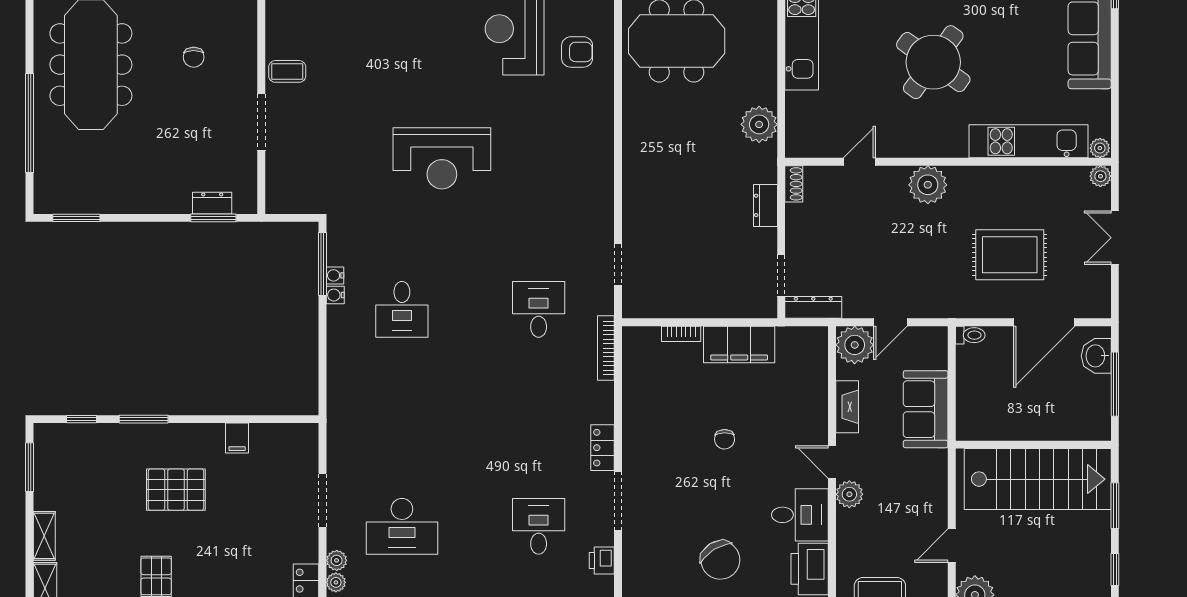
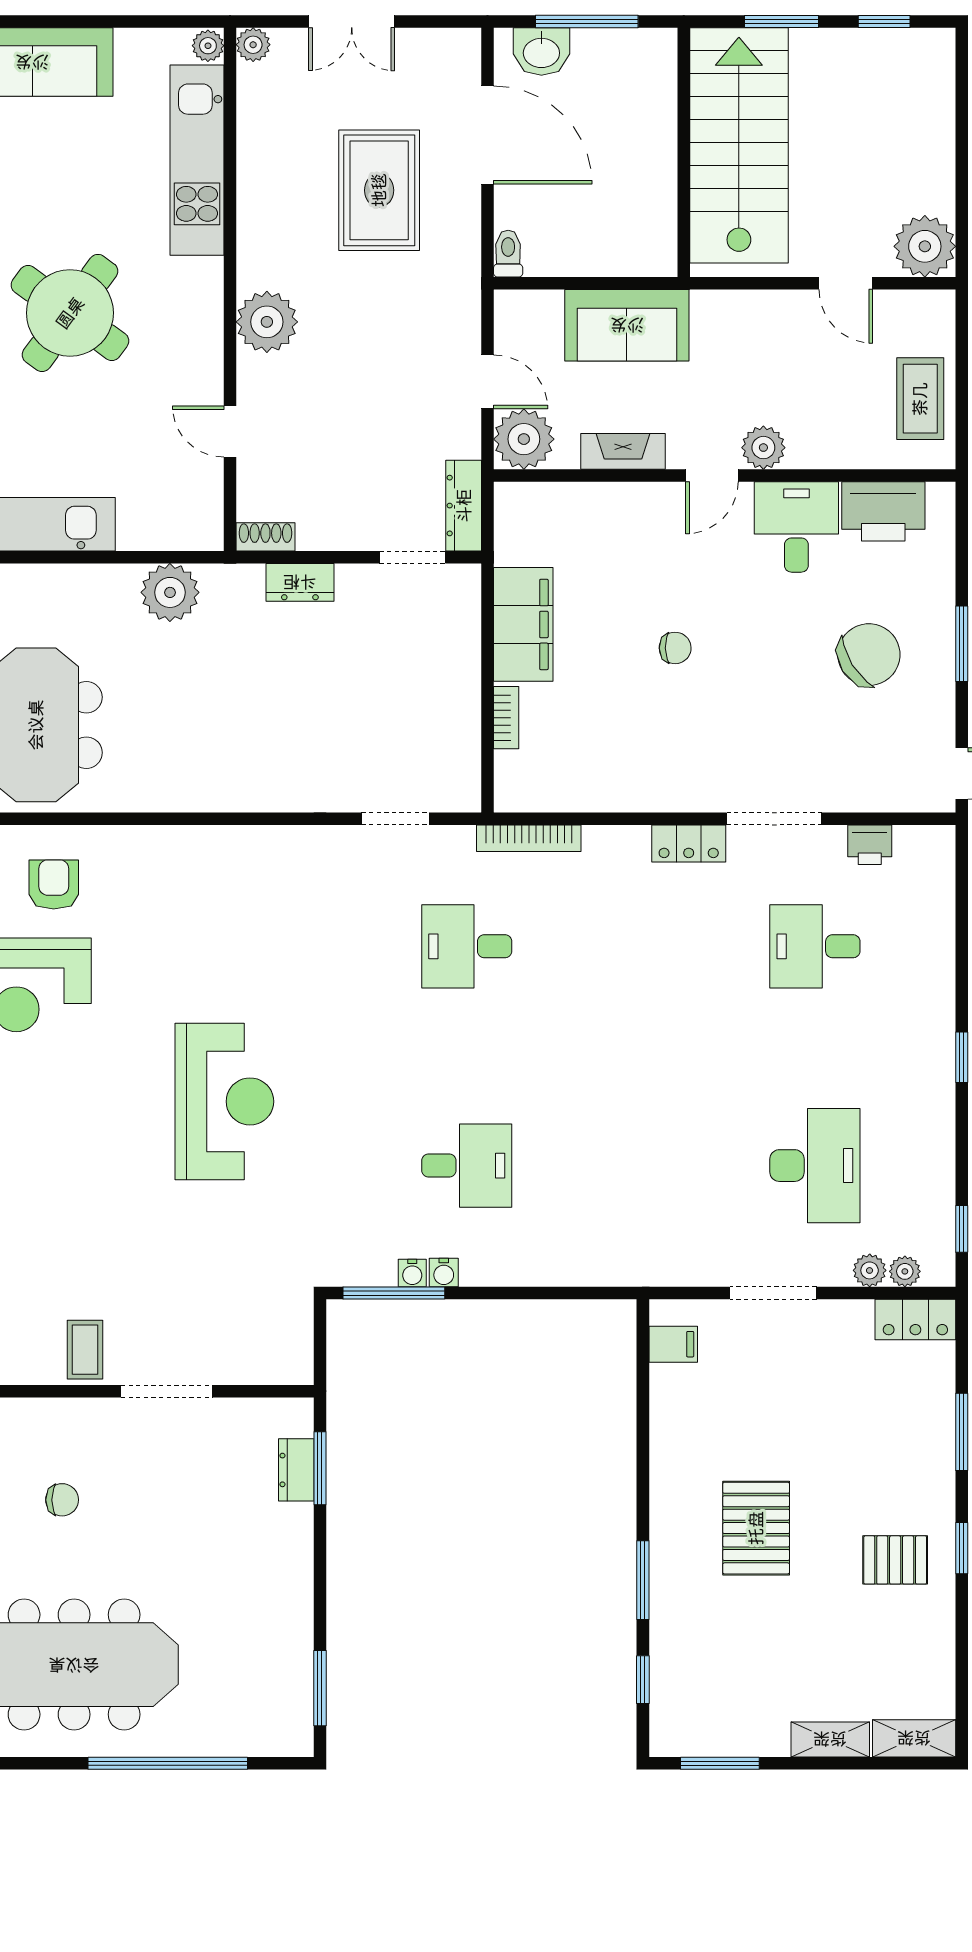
filing cabinet: (237, 438) -> (673, 1344), moved

